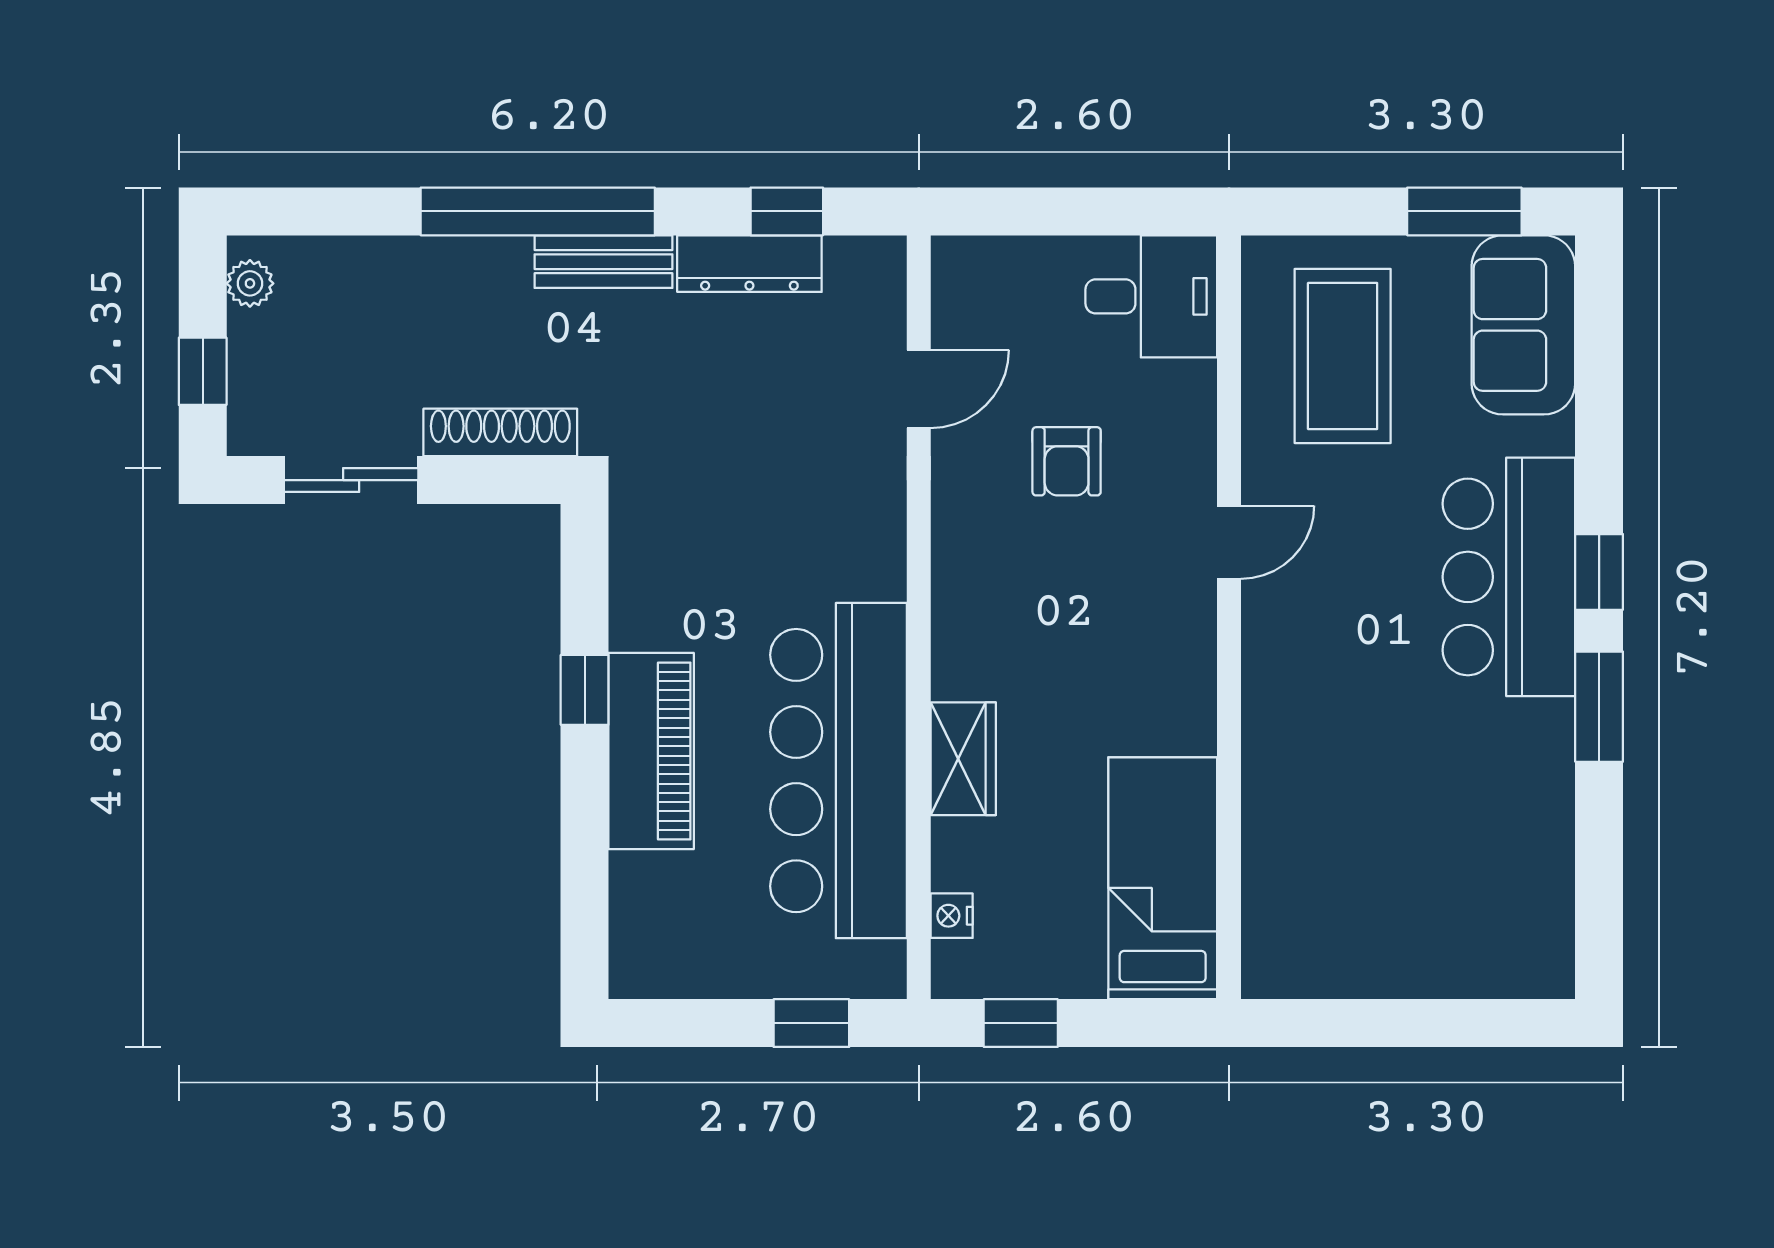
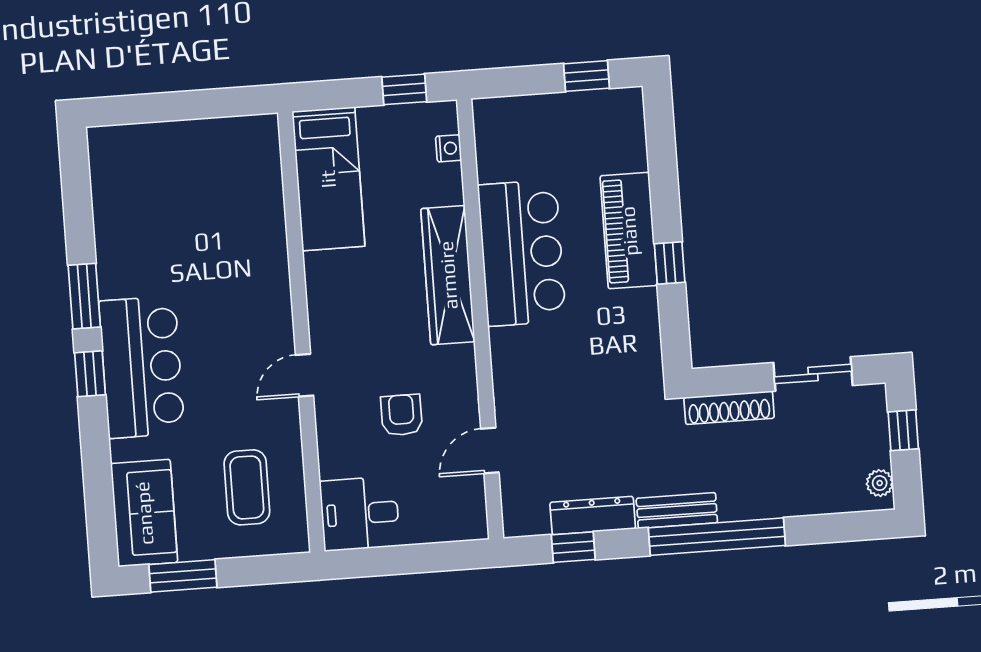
coffee table: (1343, 356) -> (247, 487), width x0.73, depth x0.76
wardrobe: (963, 759) -> (448, 275), width x2.10, depth x1.17
bar counter: (839, 771) -> (522, 253), width x0.73
window: (811, 1023) -> (587, 76), moved

